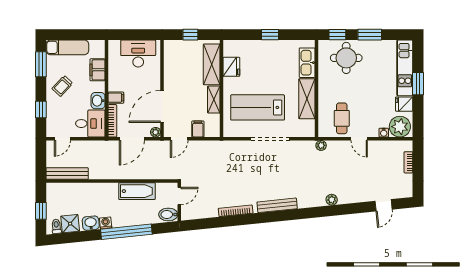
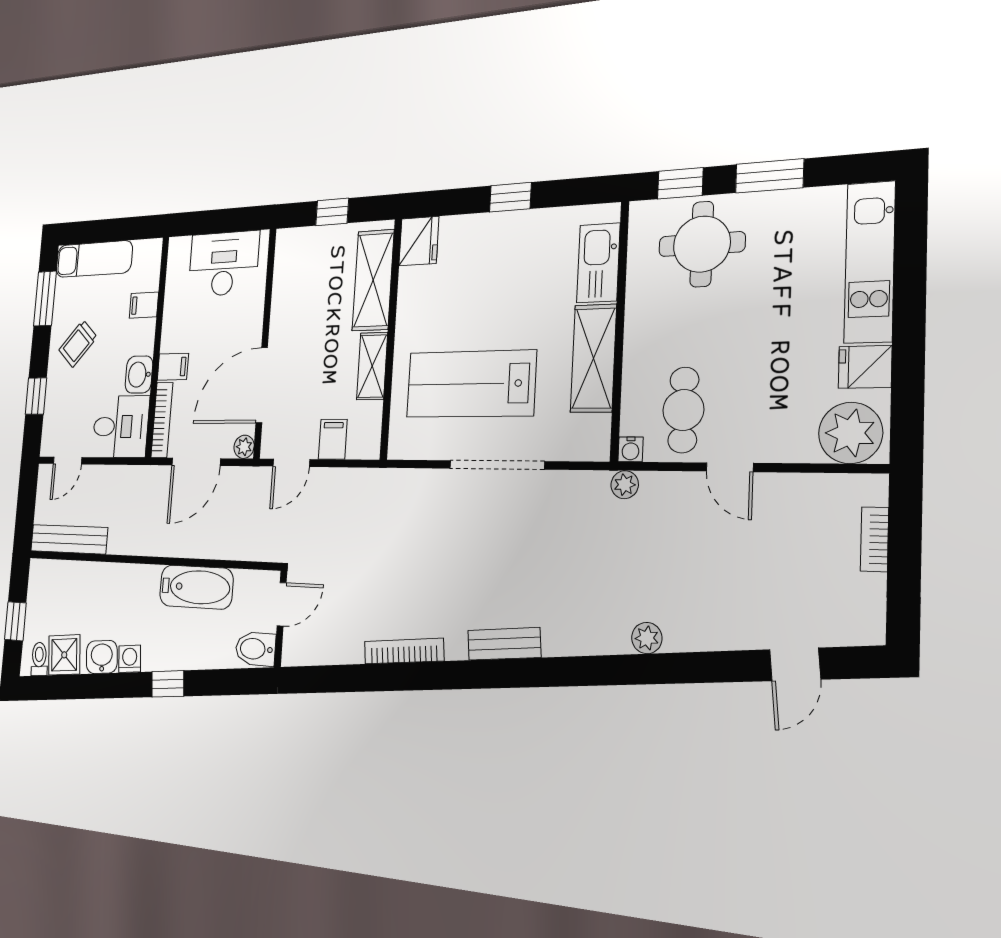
fridge: (231, 67) -> (419, 241), moved
filing cabinet: (98, 70) -> (144, 305), width x0.50
window: (418, 84) -> (909, 306), removed
water cooler: (384, 133) -> (631, 449), moved
bench: (277, 205) -> (504, 644), width x0.73
window: (126, 232) -> (168, 684), width x0.32

